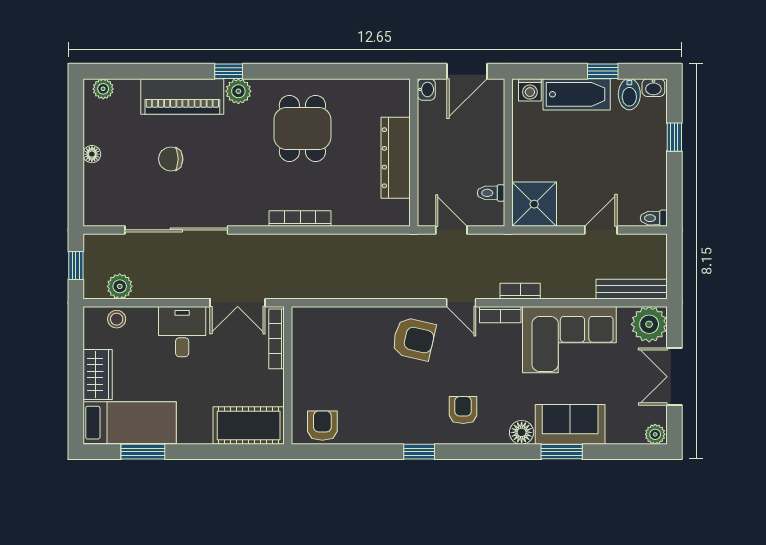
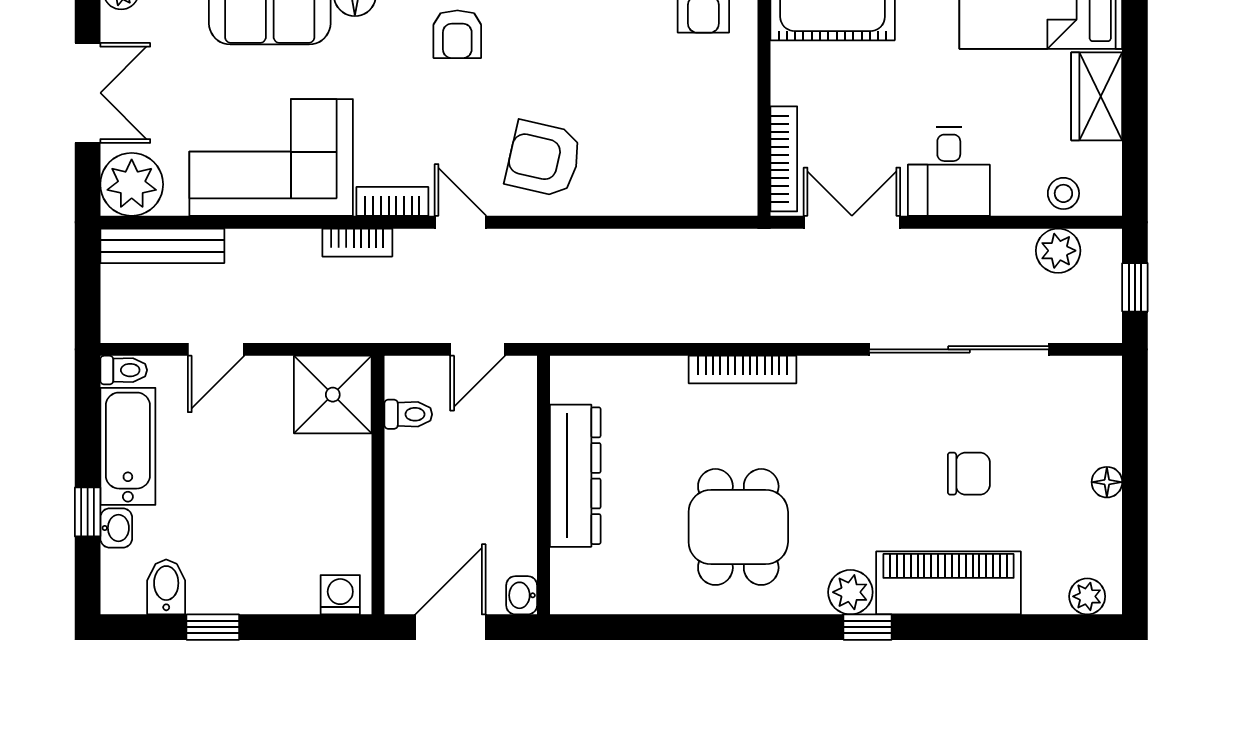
washbasin: (653, 88) -> (116, 528), moved, turned 90
bathtub: (577, 94) -> (128, 446), moved, turned 90
door: (451, 230) -> (478, 349), hinge flipped

